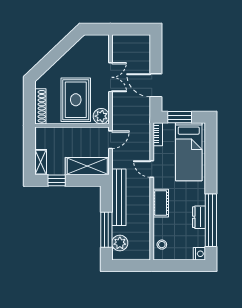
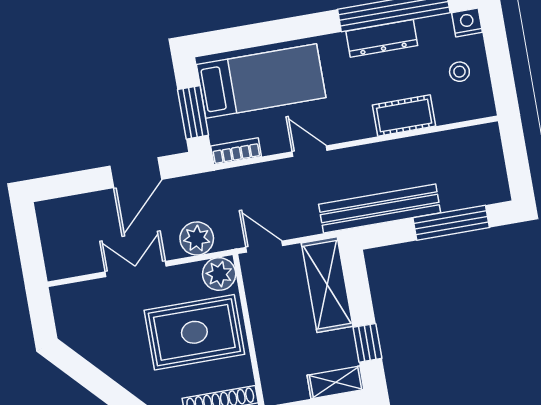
door: (152, 169) -> (310, 151), swing flipped
cot: (161, 203) -> (404, 116), moved
dresser: (199, 217) -> (382, 38), width x1.44
plant: (120, 243) -> (197, 238), moved
stool: (162, 245) -> (459, 72), moved

